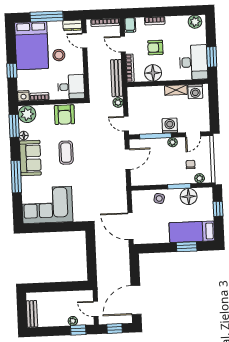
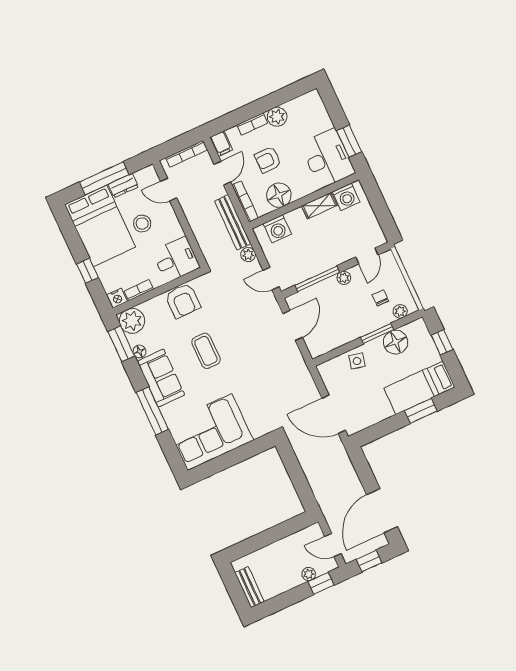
plant: (195, 22) -> (277, 117), moved
dresser: (72, 25) -> (123, 185), moved
door: (123, 44) -> (222, 173), swing flipped
washing machine: (170, 126) -> (277, 229), moved, turned 180

